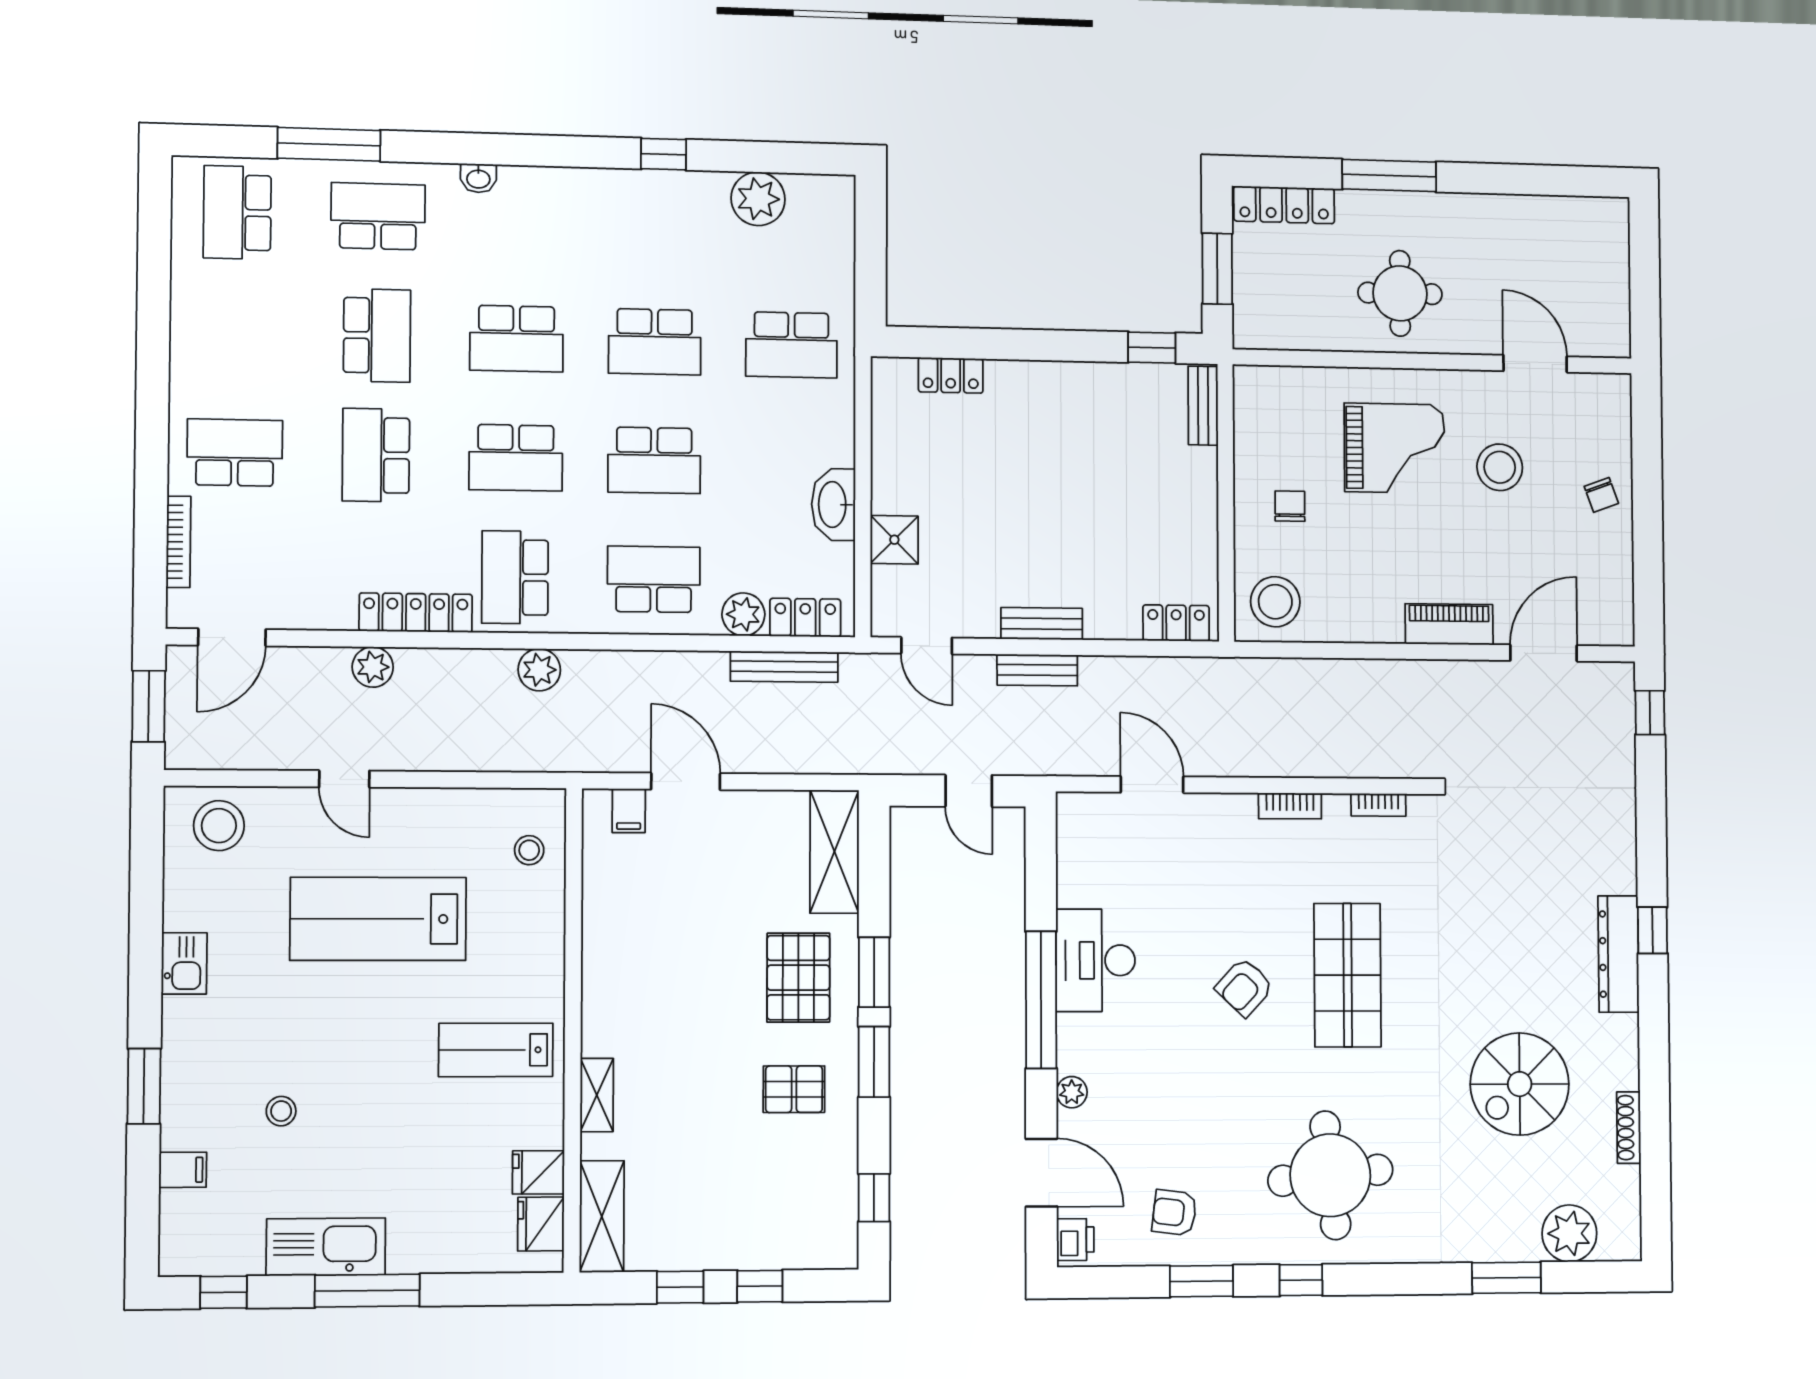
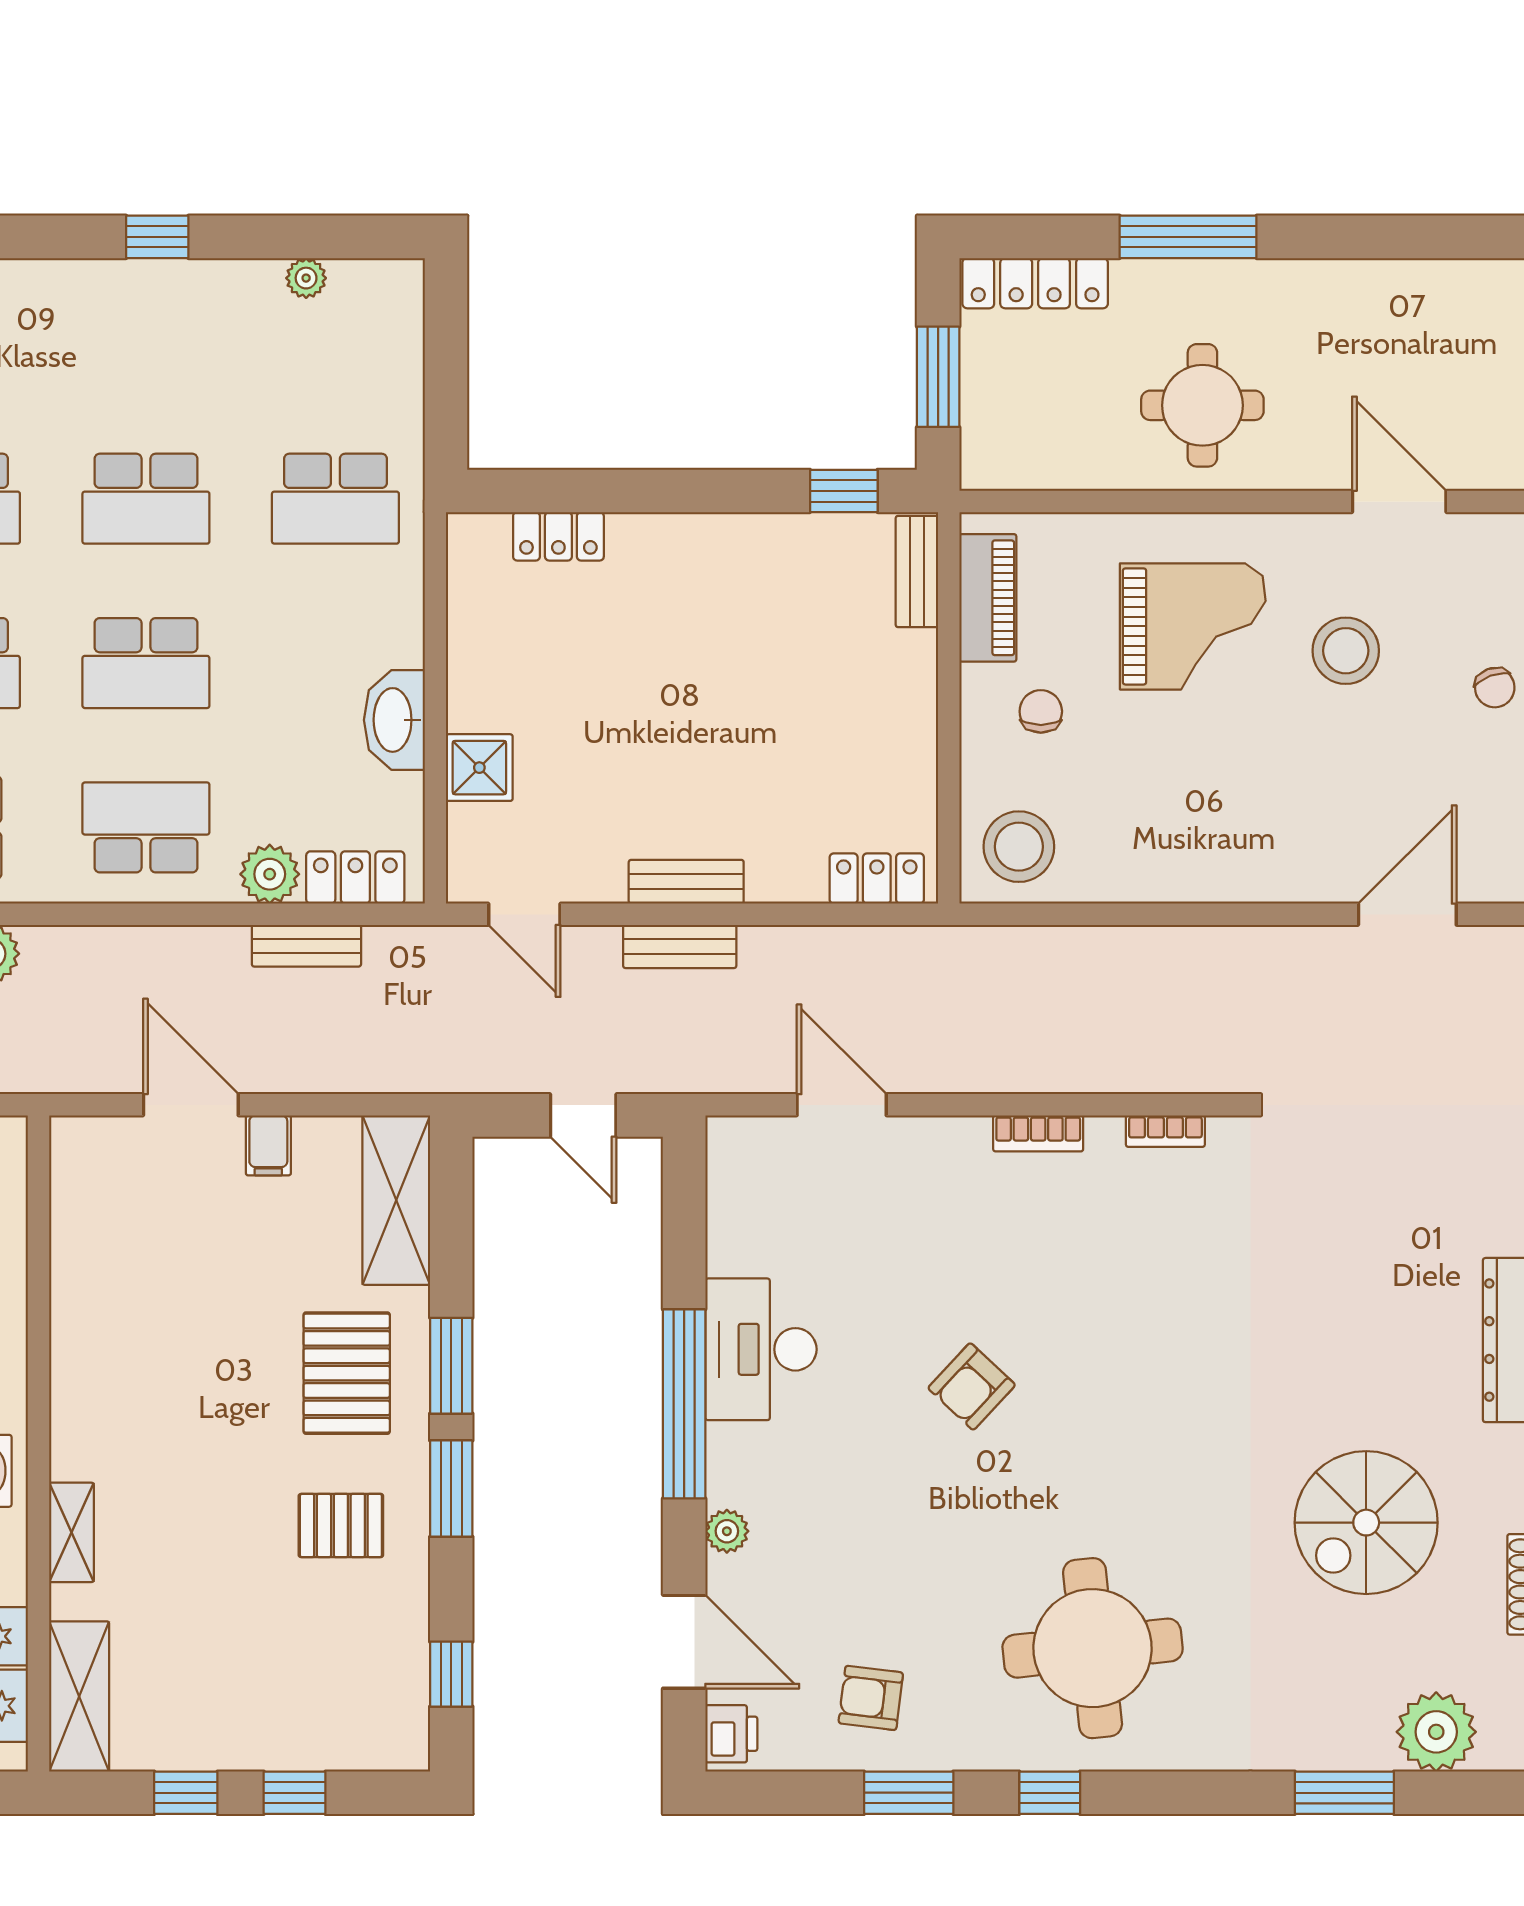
plant: (758, 199) -> (306, 278), width x0.53, depth x0.53
piano: (1449, 624) -> (988, 598), moved, turned 90
bench: (784, 667) -> (306, 946), width x0.73
filing cabinet: (629, 811) -> (268, 1145), moved
shop shelf: (1348, 975) -> (1119, 1370), removed

